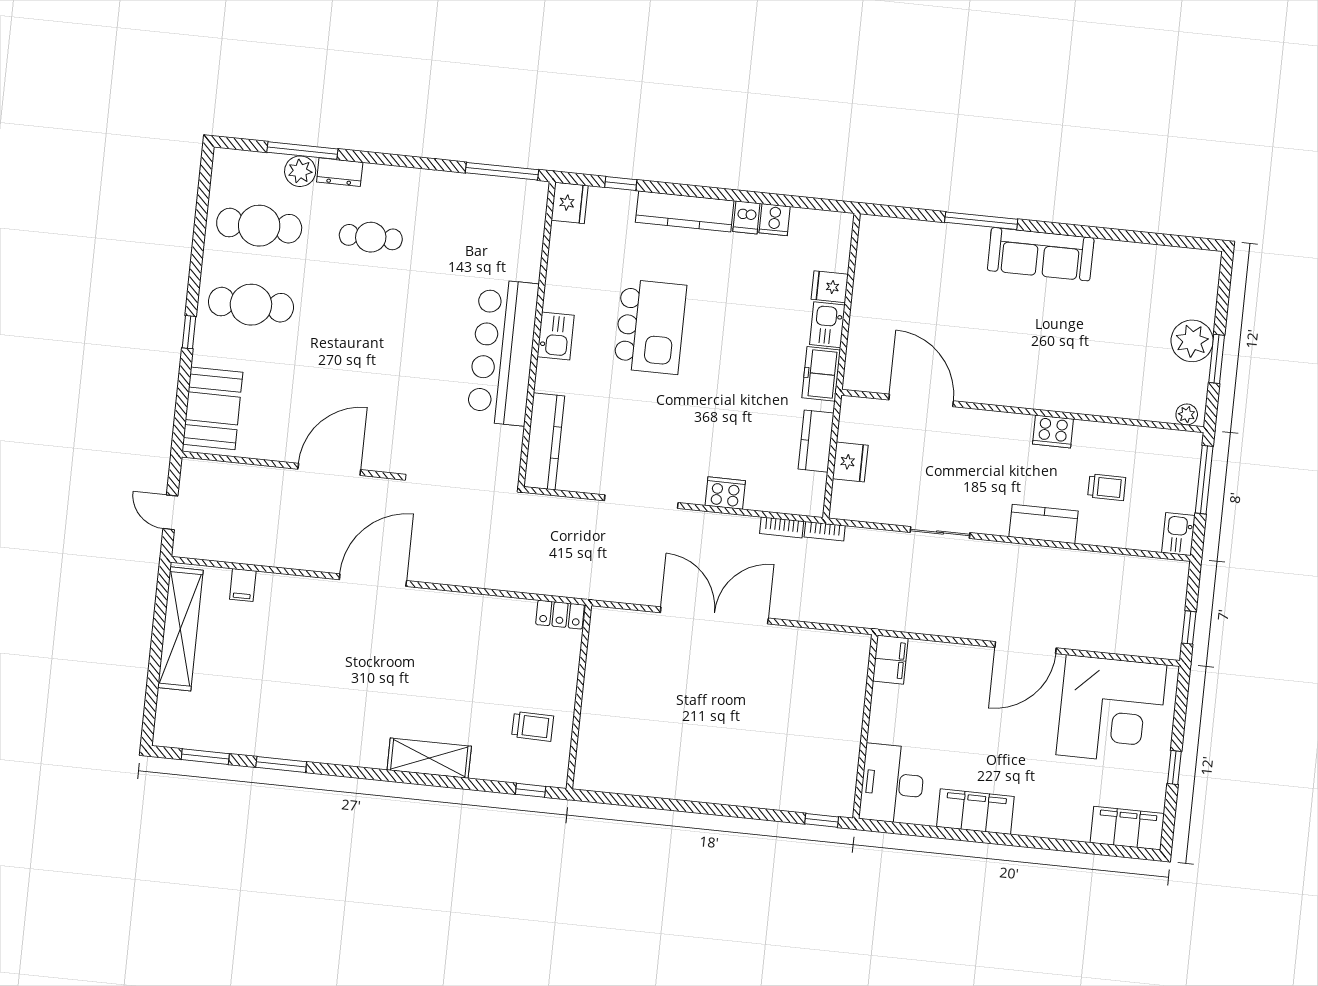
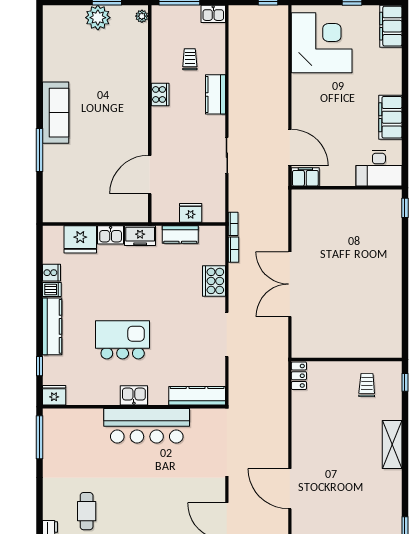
fridge: (830, 287) -> (80, 239), width x1.88, depth x1.34
cooker: (725, 493) -> (214, 281), width x1.37, depth x1.31
door: (1026, 648) -> (290, 148), moved

